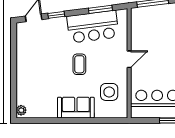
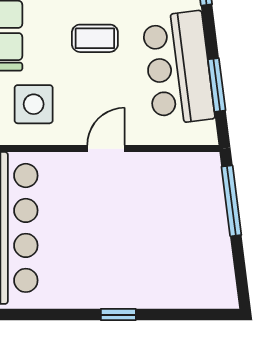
door: (129, 59) -> (106, 149), swing flipped

